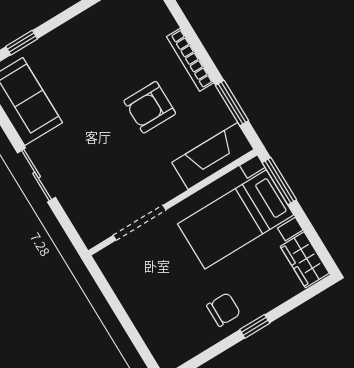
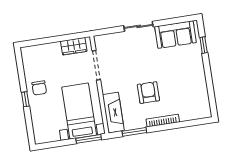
wardrobe: (305, 260) -> (74, 46), moved, turned 180

